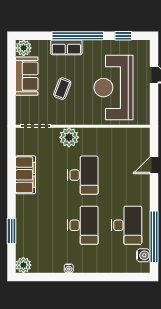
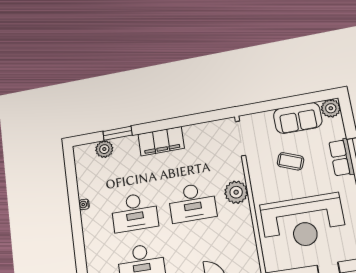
reception desk: (114, 88) -> (303, 222), turned 180
plant: (69, 137) -> (236, 192), moved
filing cabinet: (26, 175) -> (161, 141), moved
plant: (23, 265) -> (104, 149), moved

